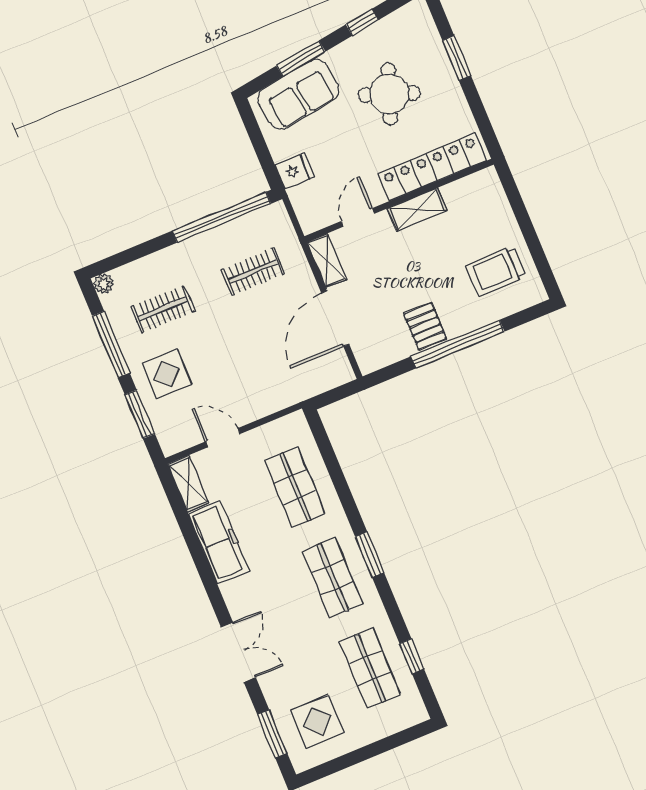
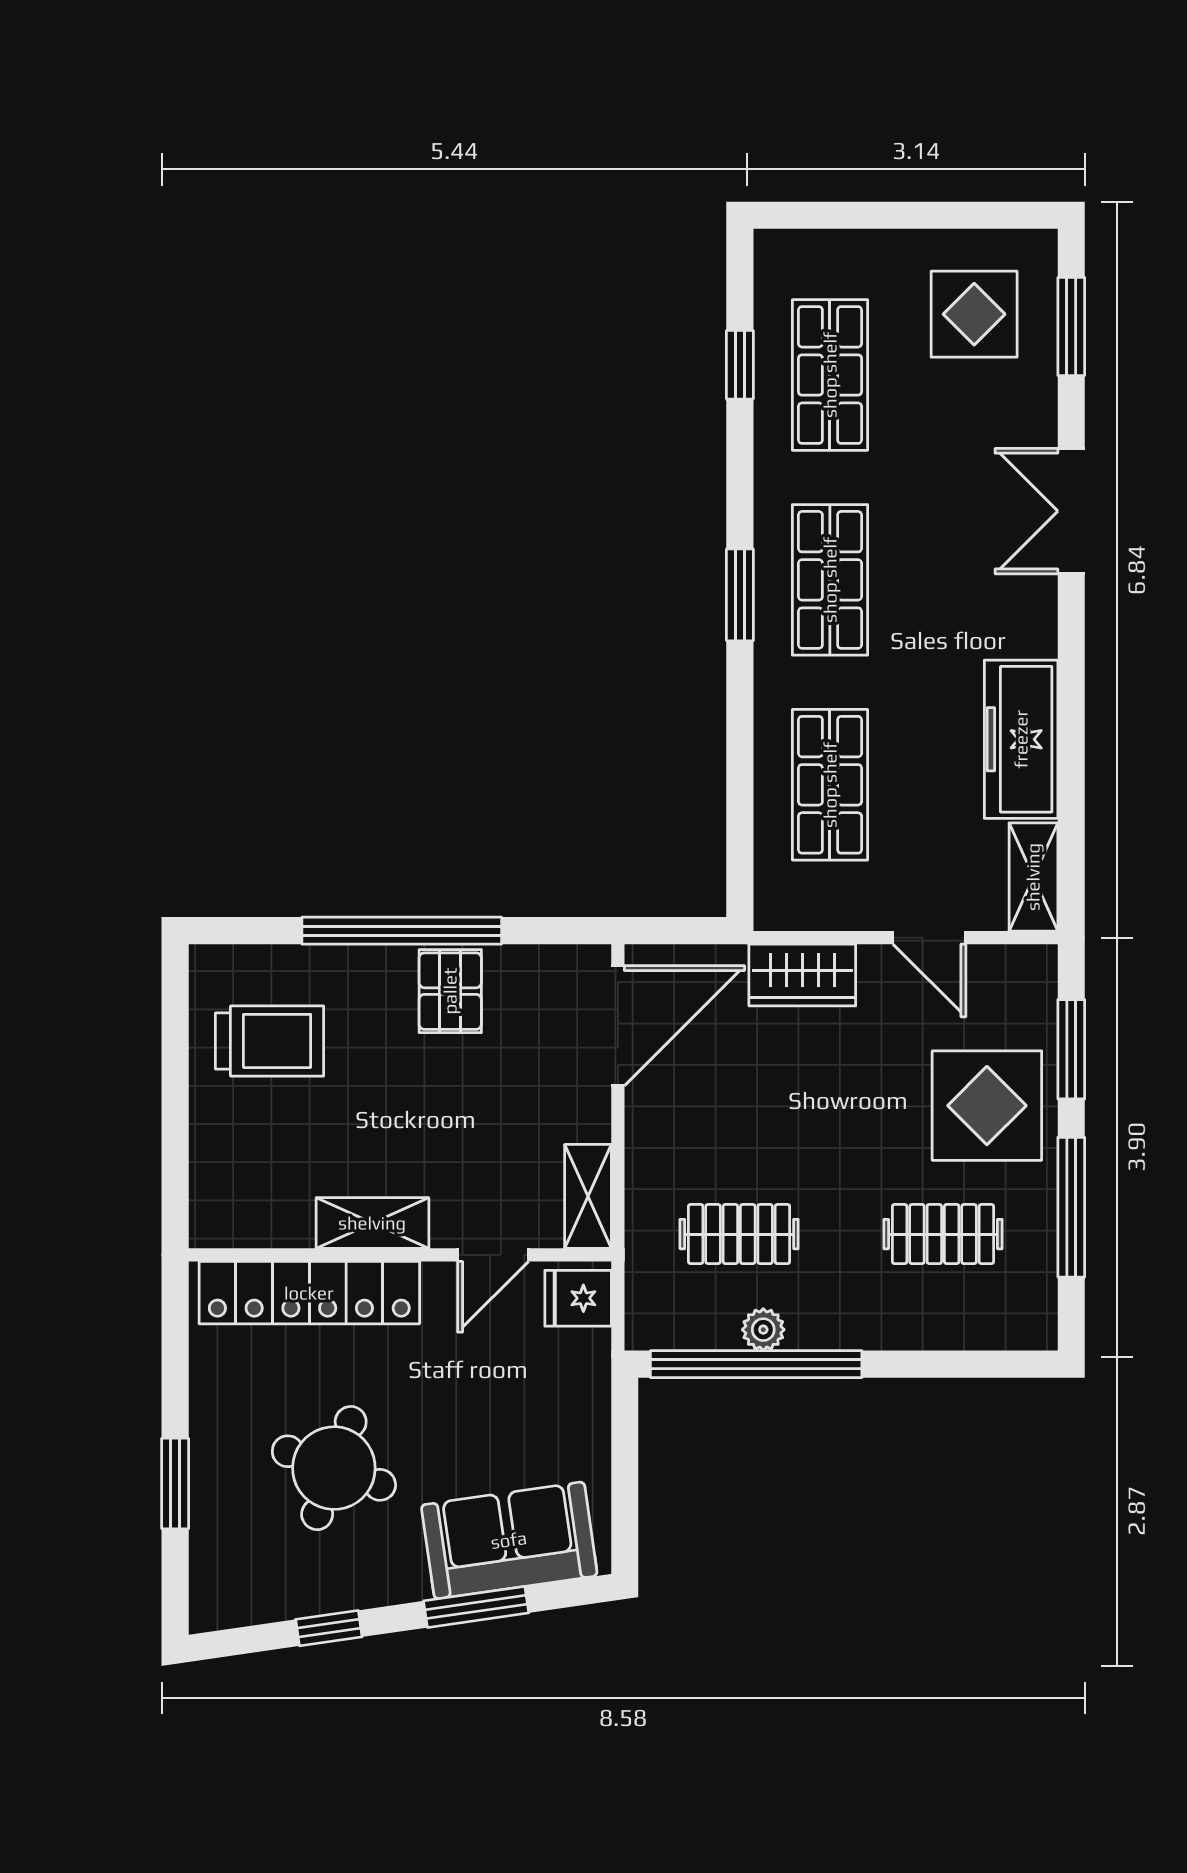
fridge: (294, 171) -> (578, 1298), moved
plant: (104, 284) -> (763, 1330), moved
door: (335, 319) -> (618, 1026), moved
display table: (167, 374) -> (987, 1106), width x1.36, depth x1.36
wardrobe: (272, 398) -> (802, 975), added

